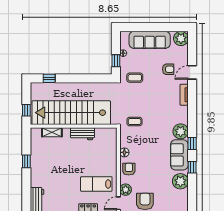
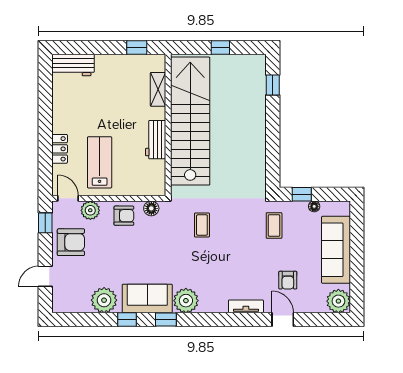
stairs: (71, 113) -> (190, 121), moved
wall: (74, 126) -> (168, 125), moved
shelving: (52, 132) -> (158, 89), moved
workbench: (83, 134) -> (156, 140), moved

